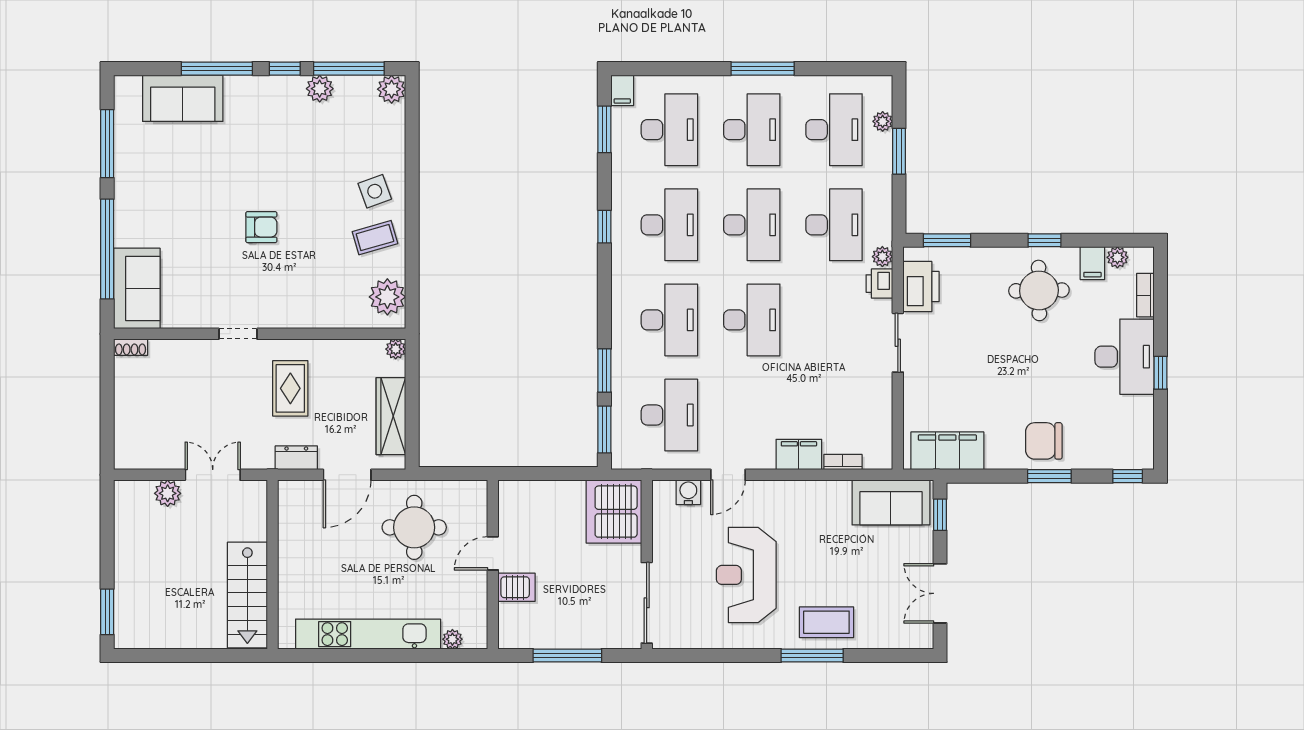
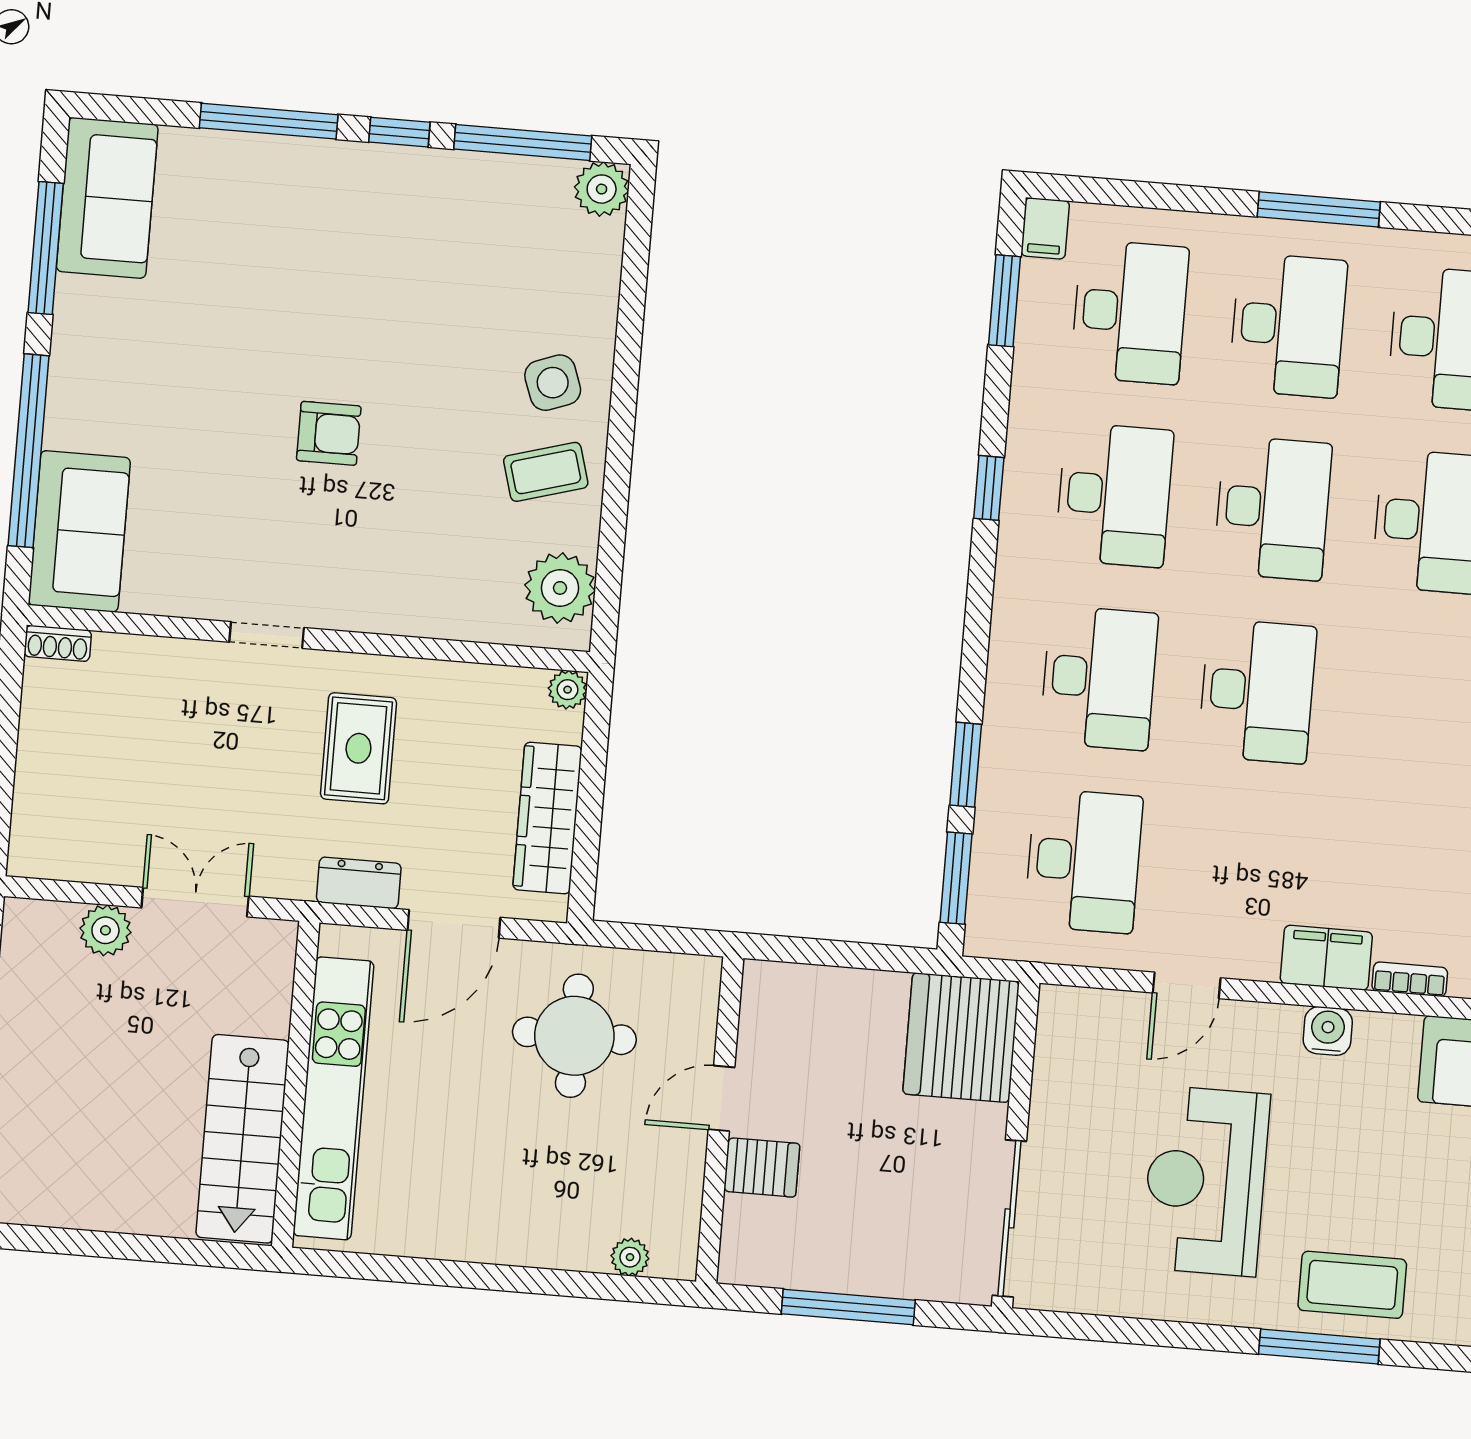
plant: (320, 89) -> (464, 176), removed
sofa: (183, 98) -> (107, 198), moved, turned -90
water cooler: (688, 492) -> (1328, 1031), moved
kitchen unit: (368, 634) -> (333, 1098), moved, turned 90

